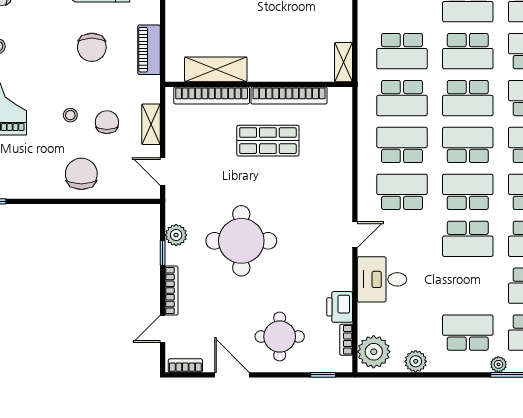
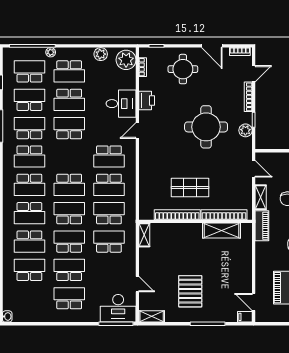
piano: (149, 50) -> (262, 226), moved
school desk: (468, 192) -> (69, 100), moved
printer: (340, 307) -> (147, 101), moved

